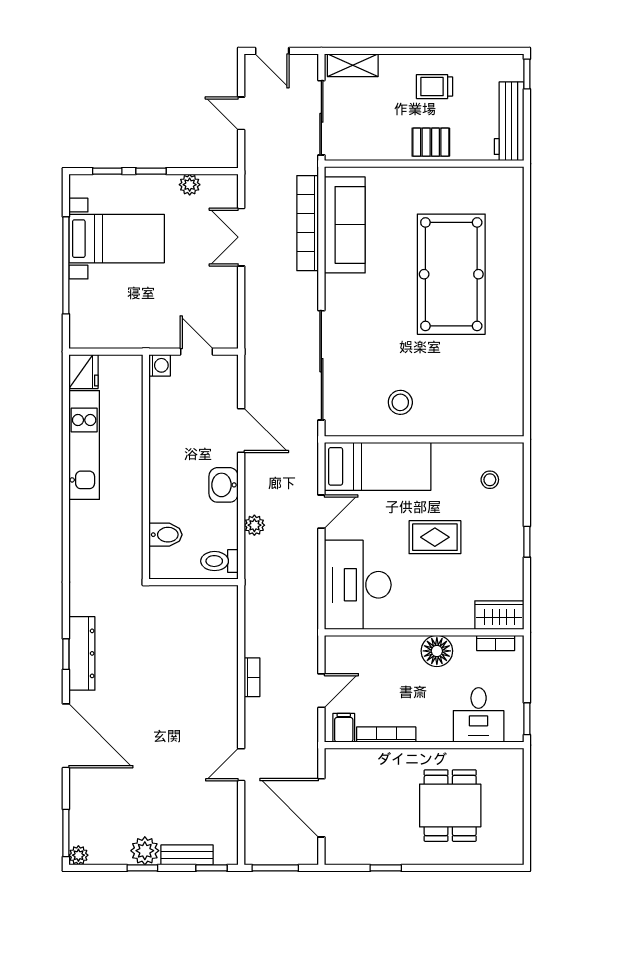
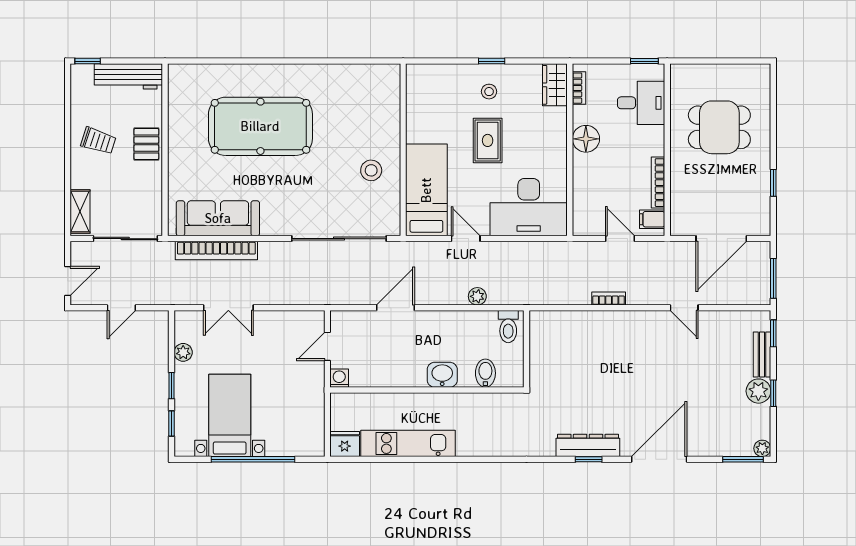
trolley: (435, 87) -> (98, 141), turned -72
stool: (490, 480) -> (489, 92), moved
washbasin: (224, 485) -> (442, 375), moved, turned 180

